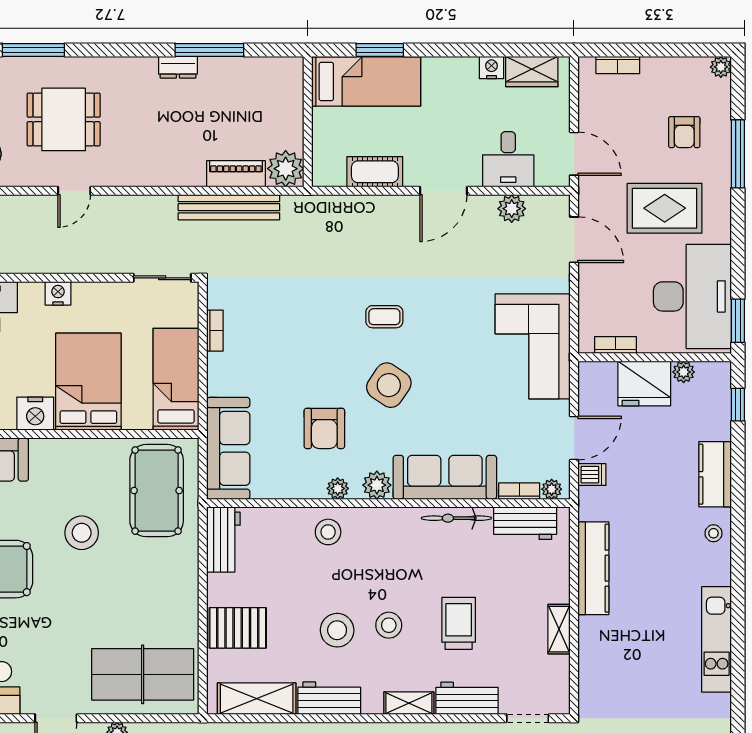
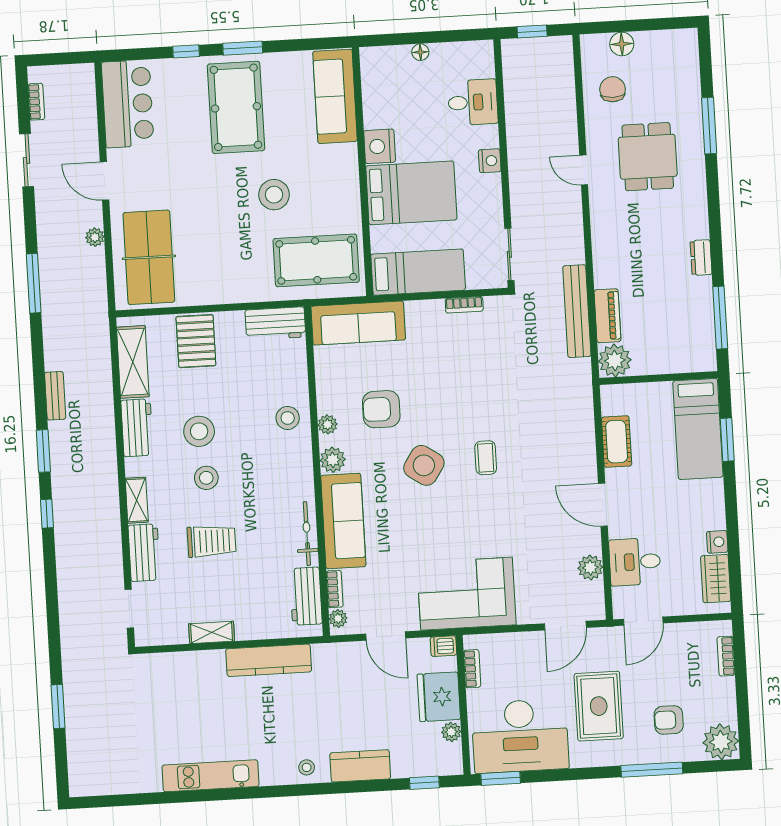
window: (209, 50) -> (720, 318), moved
plant: (721, 67) -> (721, 742), width x1.88, depth x1.88
dishwasher: (592, 475) -> (443, 646), moved, turned 90

